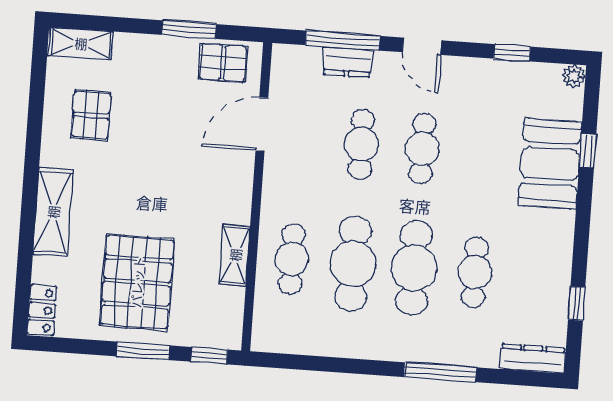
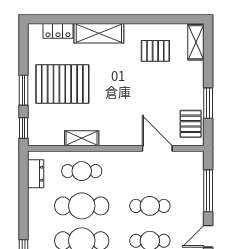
dresser: (347, 62) -> (36, 174), moved, turned 180
locker: (42, 310) -> (58, 31), moved

